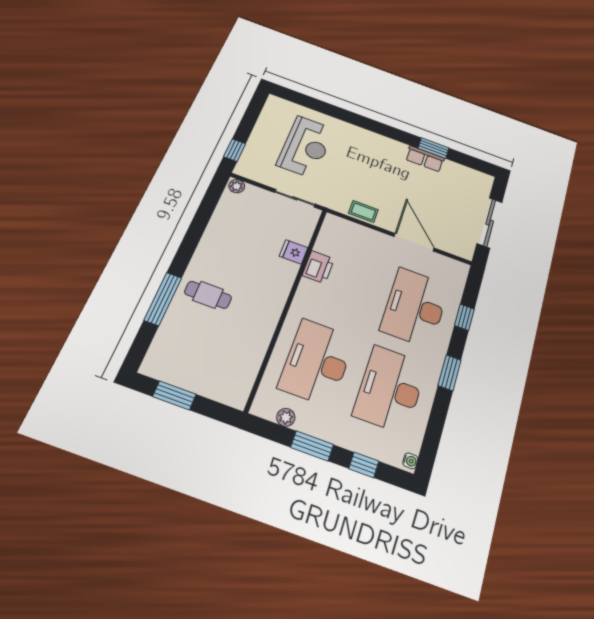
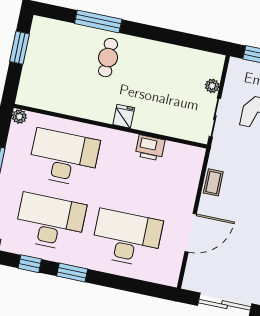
plant: (237, 186) -> (212, 86), moved
fridge: (294, 252) -> (124, 116), moved
window: (464, 317) -> (30, 264), moved
plant: (286, 417) -> (19, 117), moved

